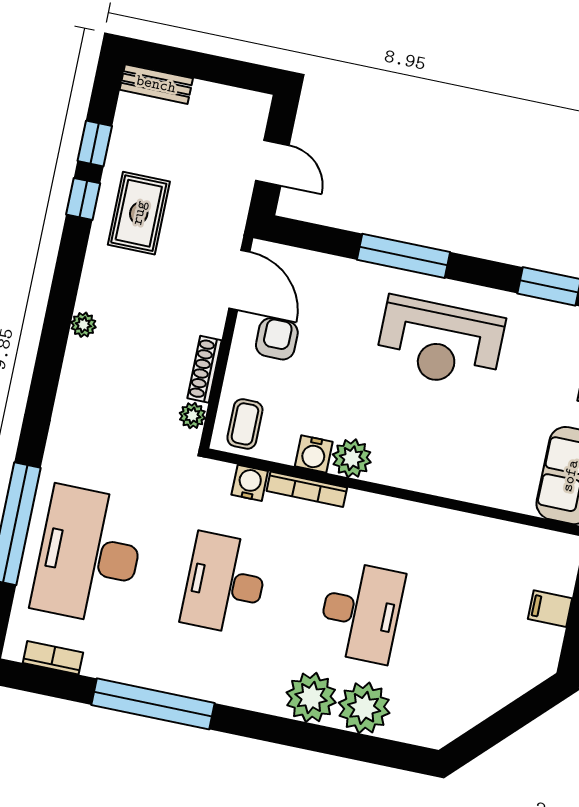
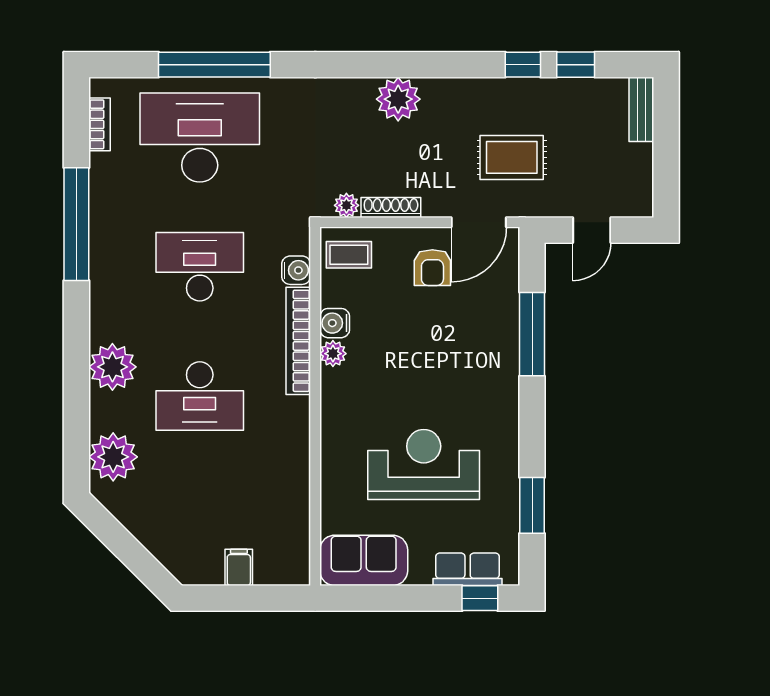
rug: (139, 213) -> (512, 157), moved
window: (403, 256) -> (532, 334), moved
plant: (83, 325) -> (398, 99), width x1.87, depth x1.87
armchair: (277, 339) -> (432, 268), turned 90
reception desk: (440, 343) -> (424, 464), moved, turned 90
plant: (352, 458) -> (333, 354), width x0.73, depth x0.73
bookcase: (307, 489) -> (298, 341), width x1.48, depth x1.31
plant: (364, 708) -> (113, 457), moved

